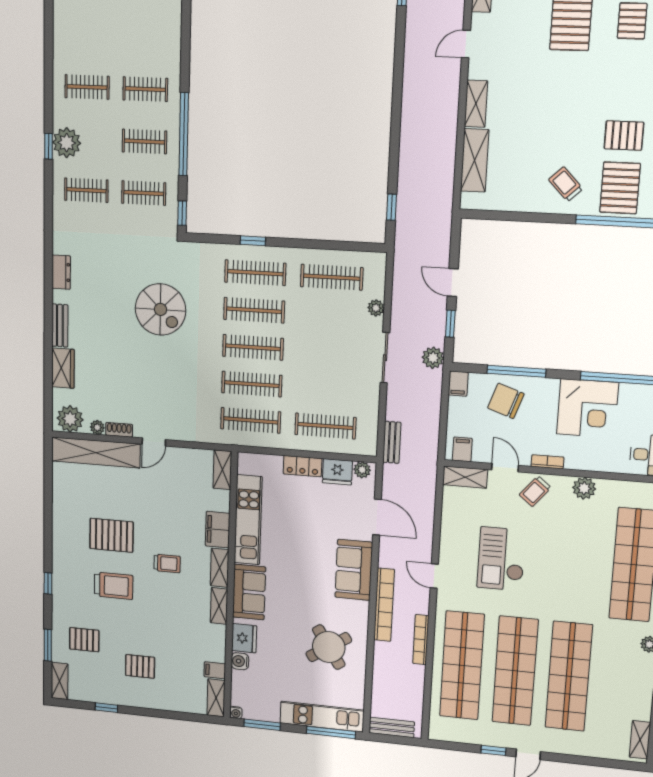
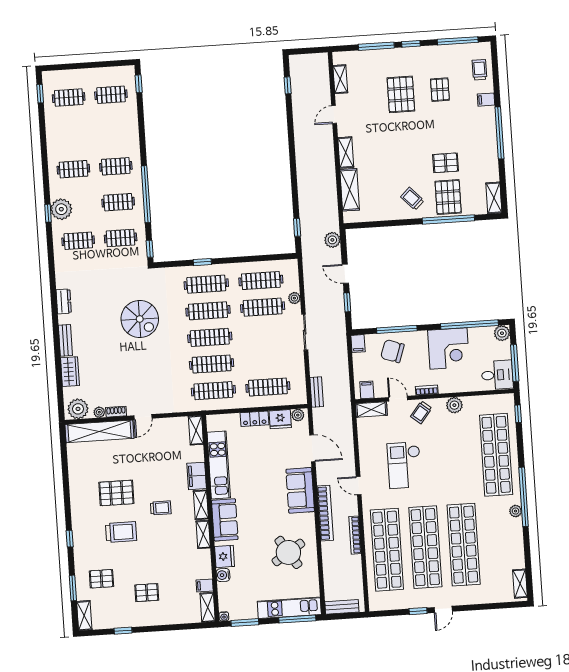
clothes rail: (330, 315) -> (263, 307), added
plant: (433, 358) -> (332, 240), moved

